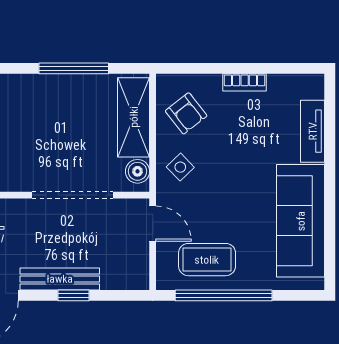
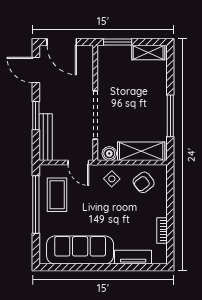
bookcase: (245, 82) -> (162, 231), moved
door: (153, 224) -> (78, 162), hinge flipped
bench: (60, 279) -> (46, 137), moved
window: (74, 295) -> (36, 116), width x1.50

